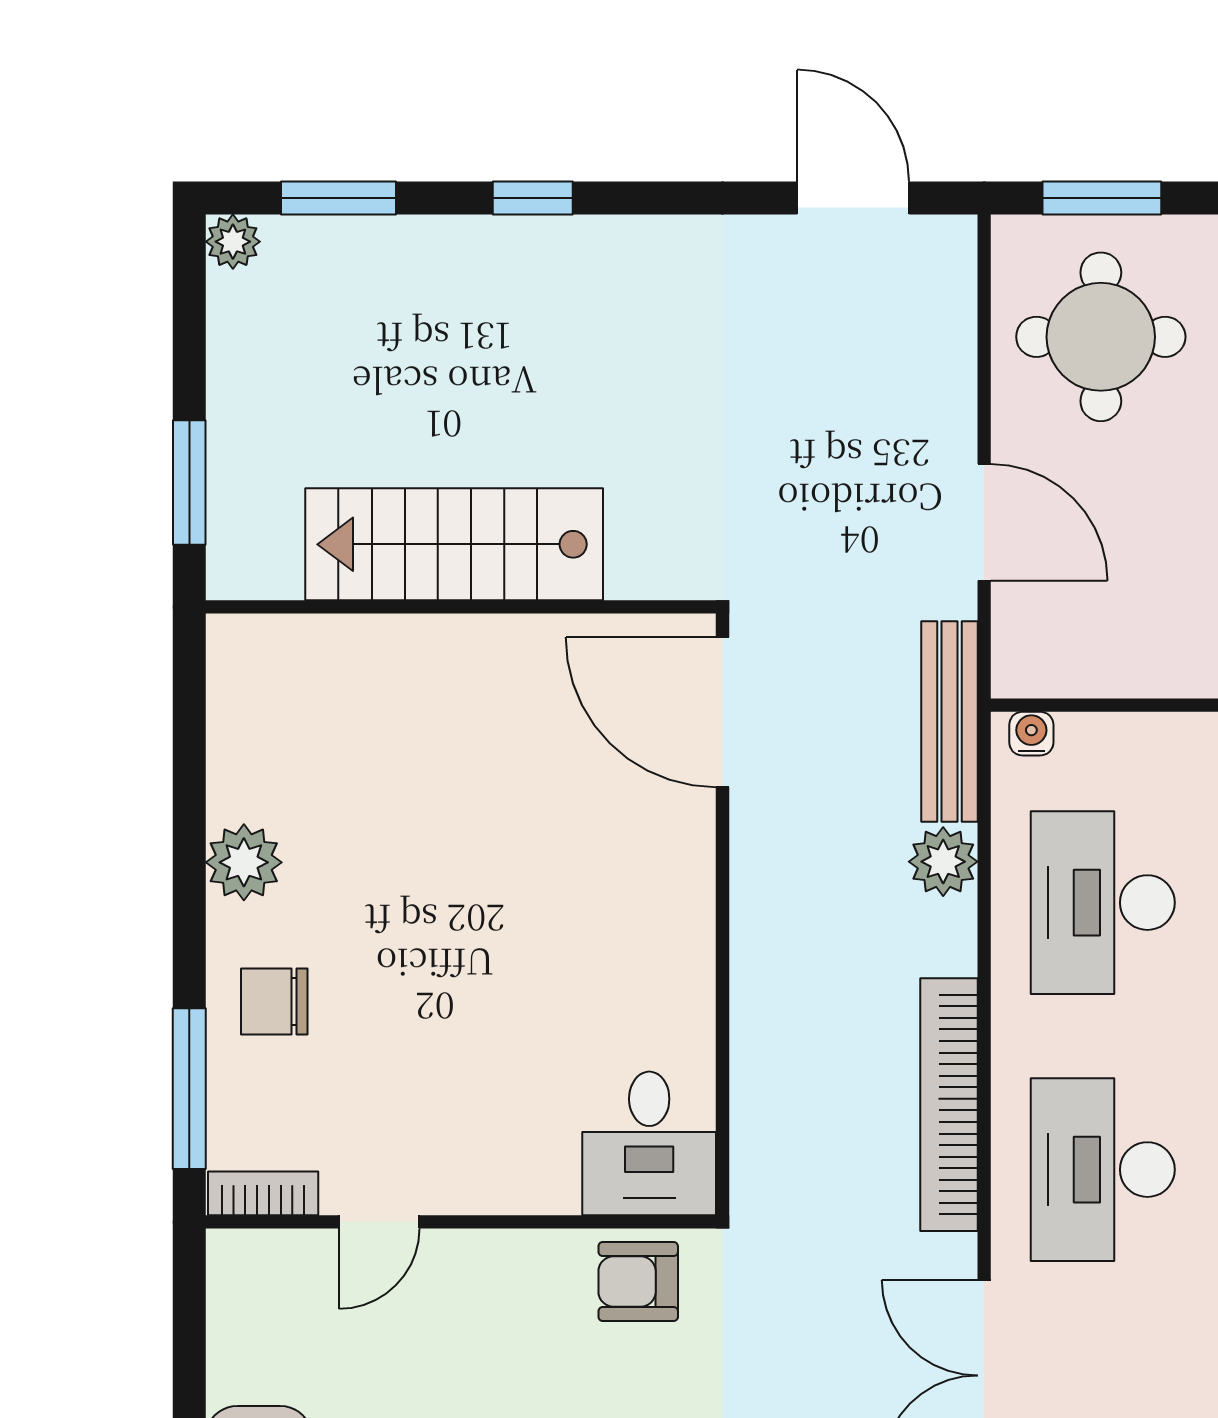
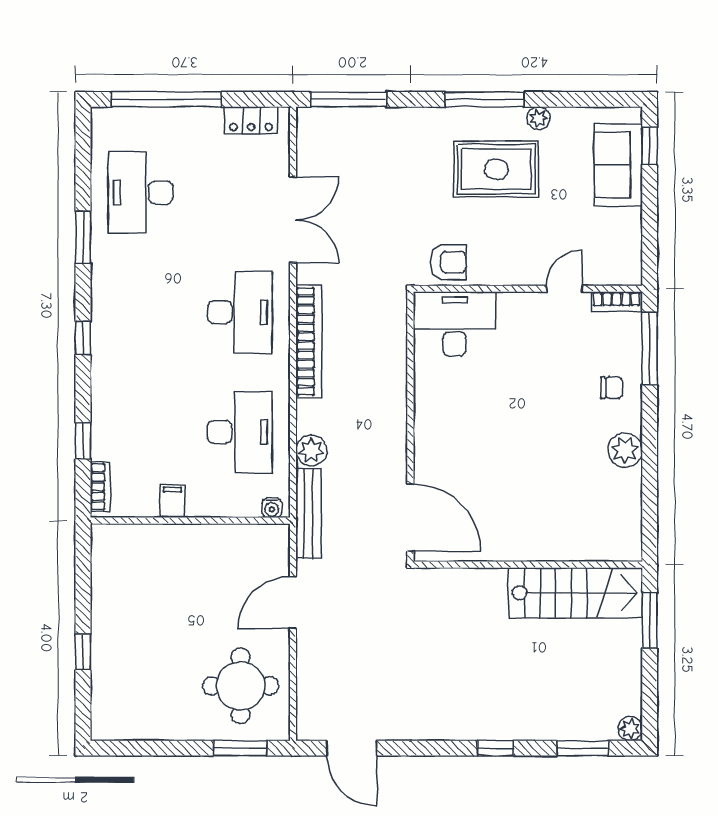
door: (984, 522) -> (293, 603), hinge flipped
stairs: (454, 544) -> (576, 593), moved
chair: (274, 1001) -> (612, 388), width x0.73, depth x0.73
desk: (649, 1143) -> (454, 324), width x1.37

